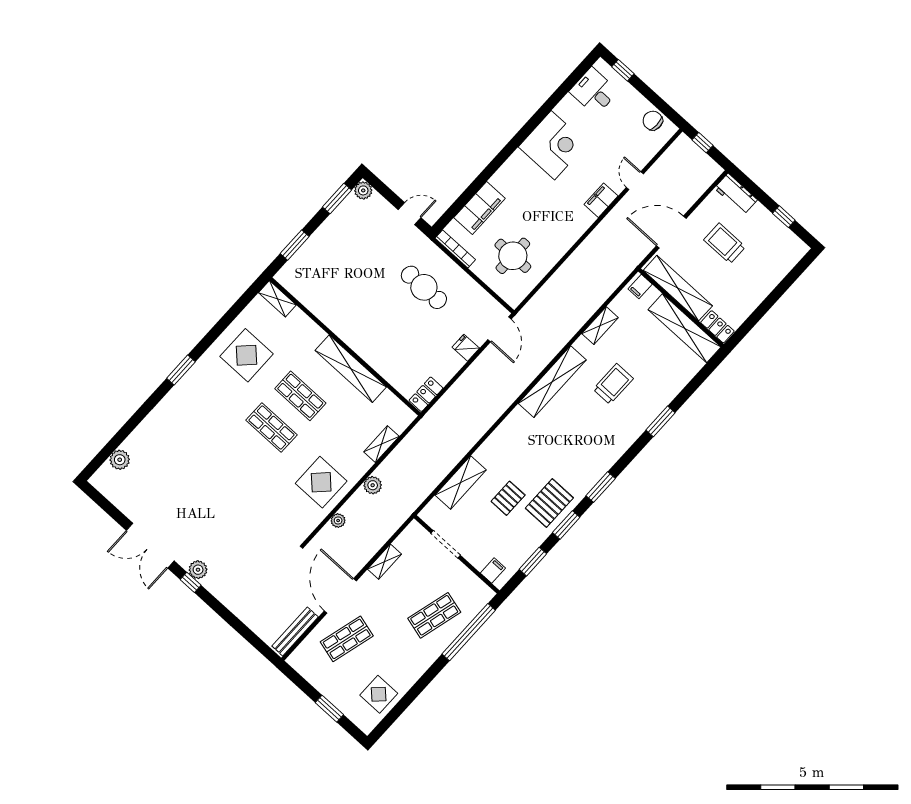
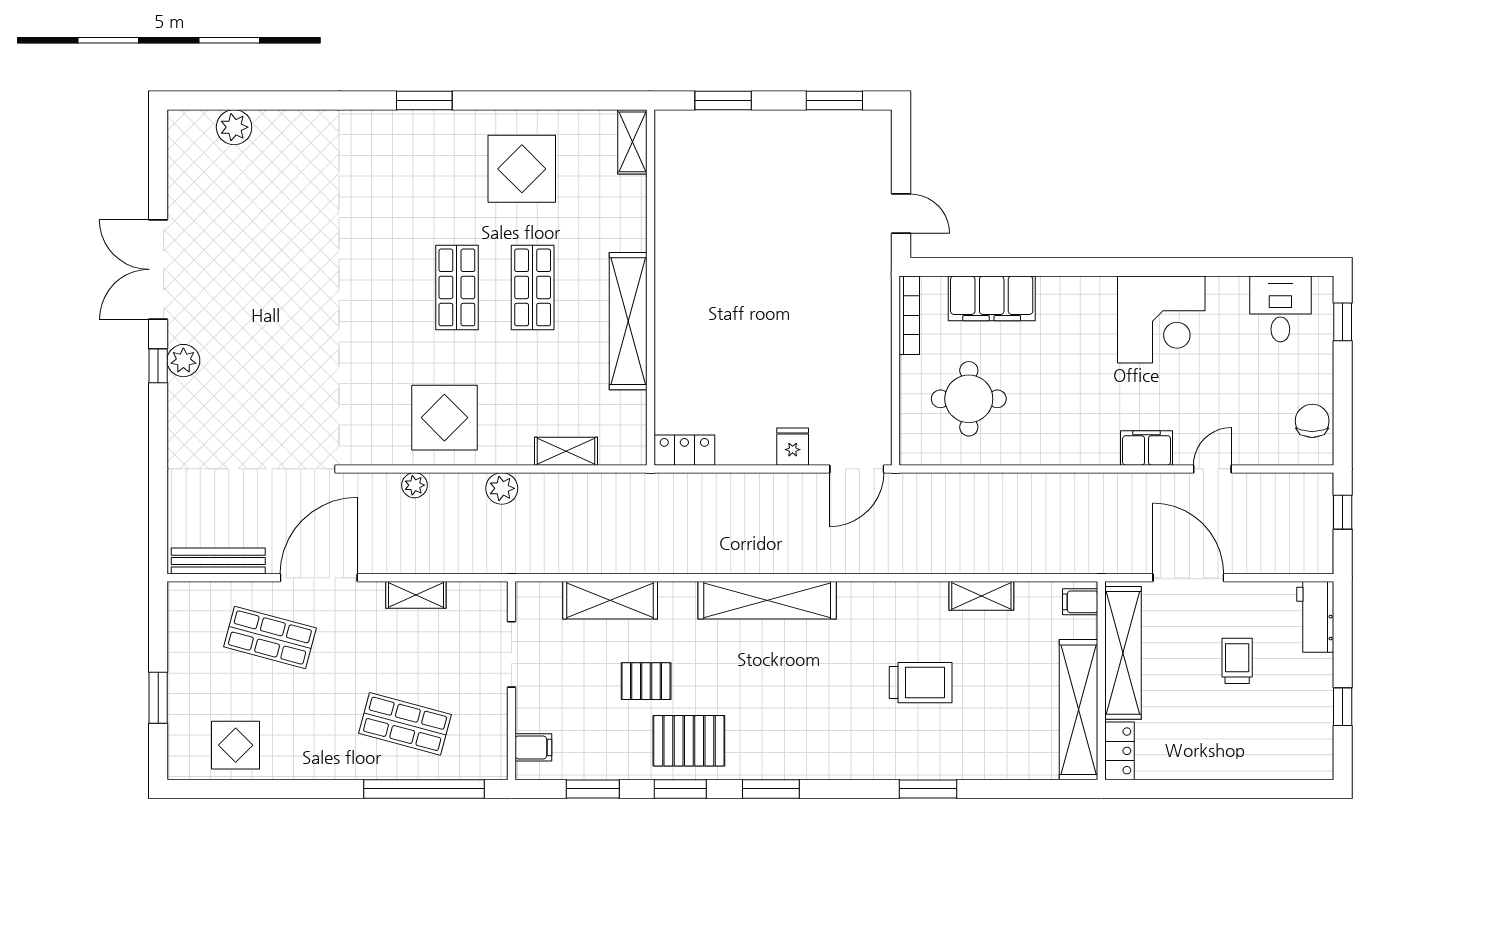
plant: (363, 190) -> (876, 125), removed
trolley: (725, 243) -> (1237, 661), width x0.73, depth x0.72
cafe table: (424, 287) -> (822, 320), removed
shelving: (552, 382) -> (767, 600), moved

